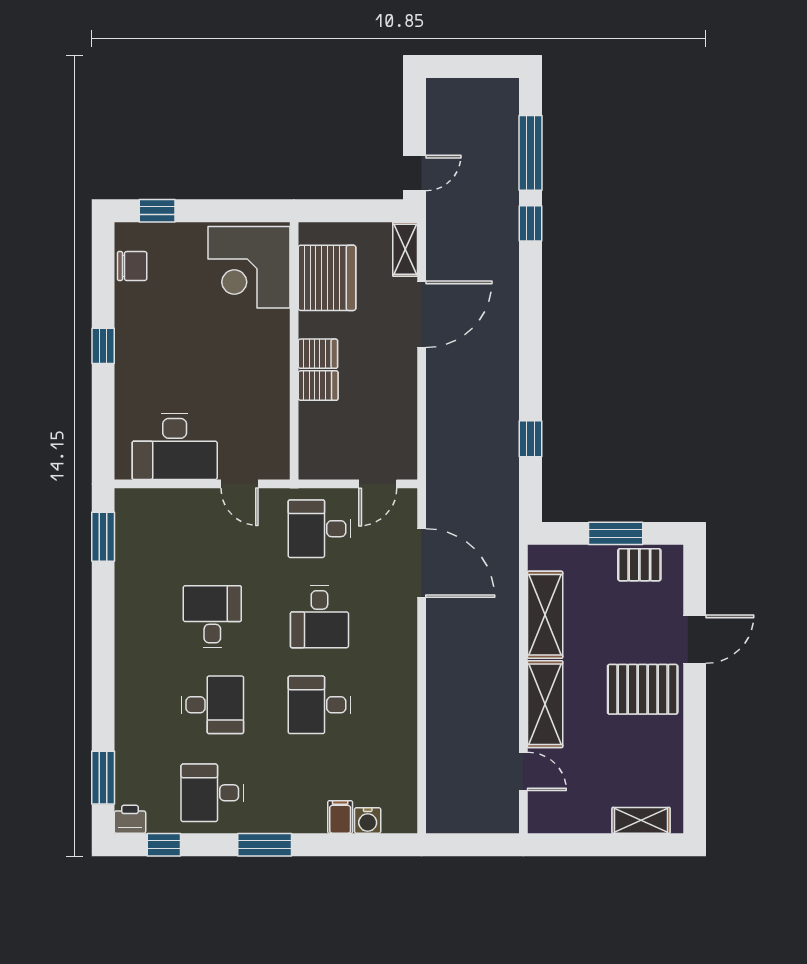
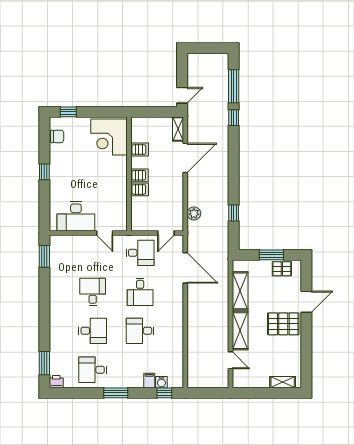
server rack: (327, 278) -> (140, 150), width x0.46, depth x0.70
plant: (441, 440) -> (194, 213), added
desk: (319, 529) -> (140, 253), turned 180
window: (164, 845) -> (164, 393), moved

